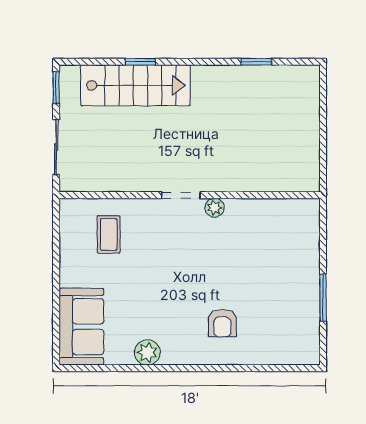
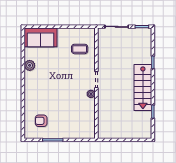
stairs: (135, 85) -> (143, 87), moved
armchair: (222, 323) -> (41, 121), moved

